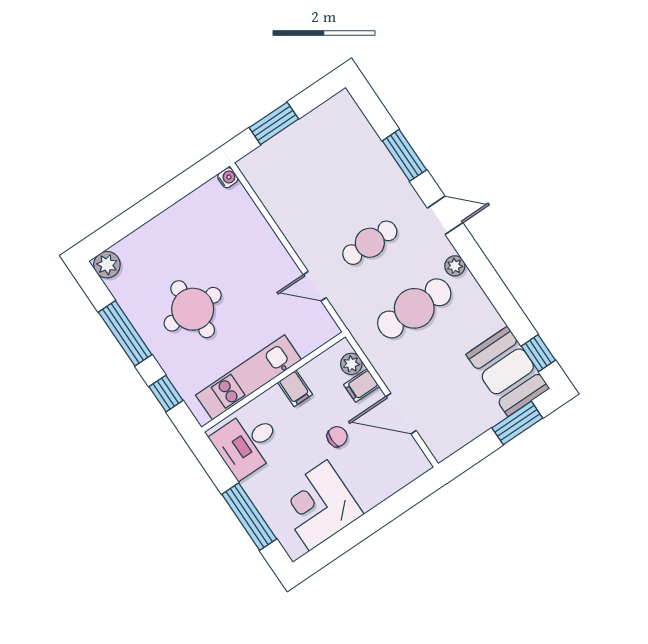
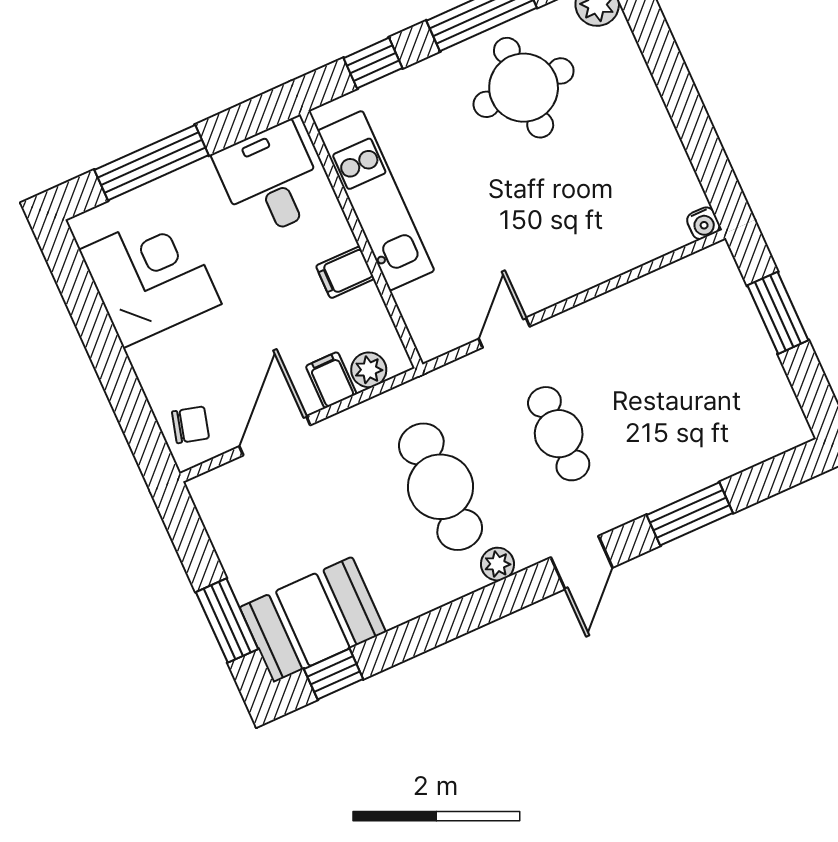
round table: (193, 309) -> (524, 88), moved
chair: (337, 437) -> (190, 425), moved, turned -75

